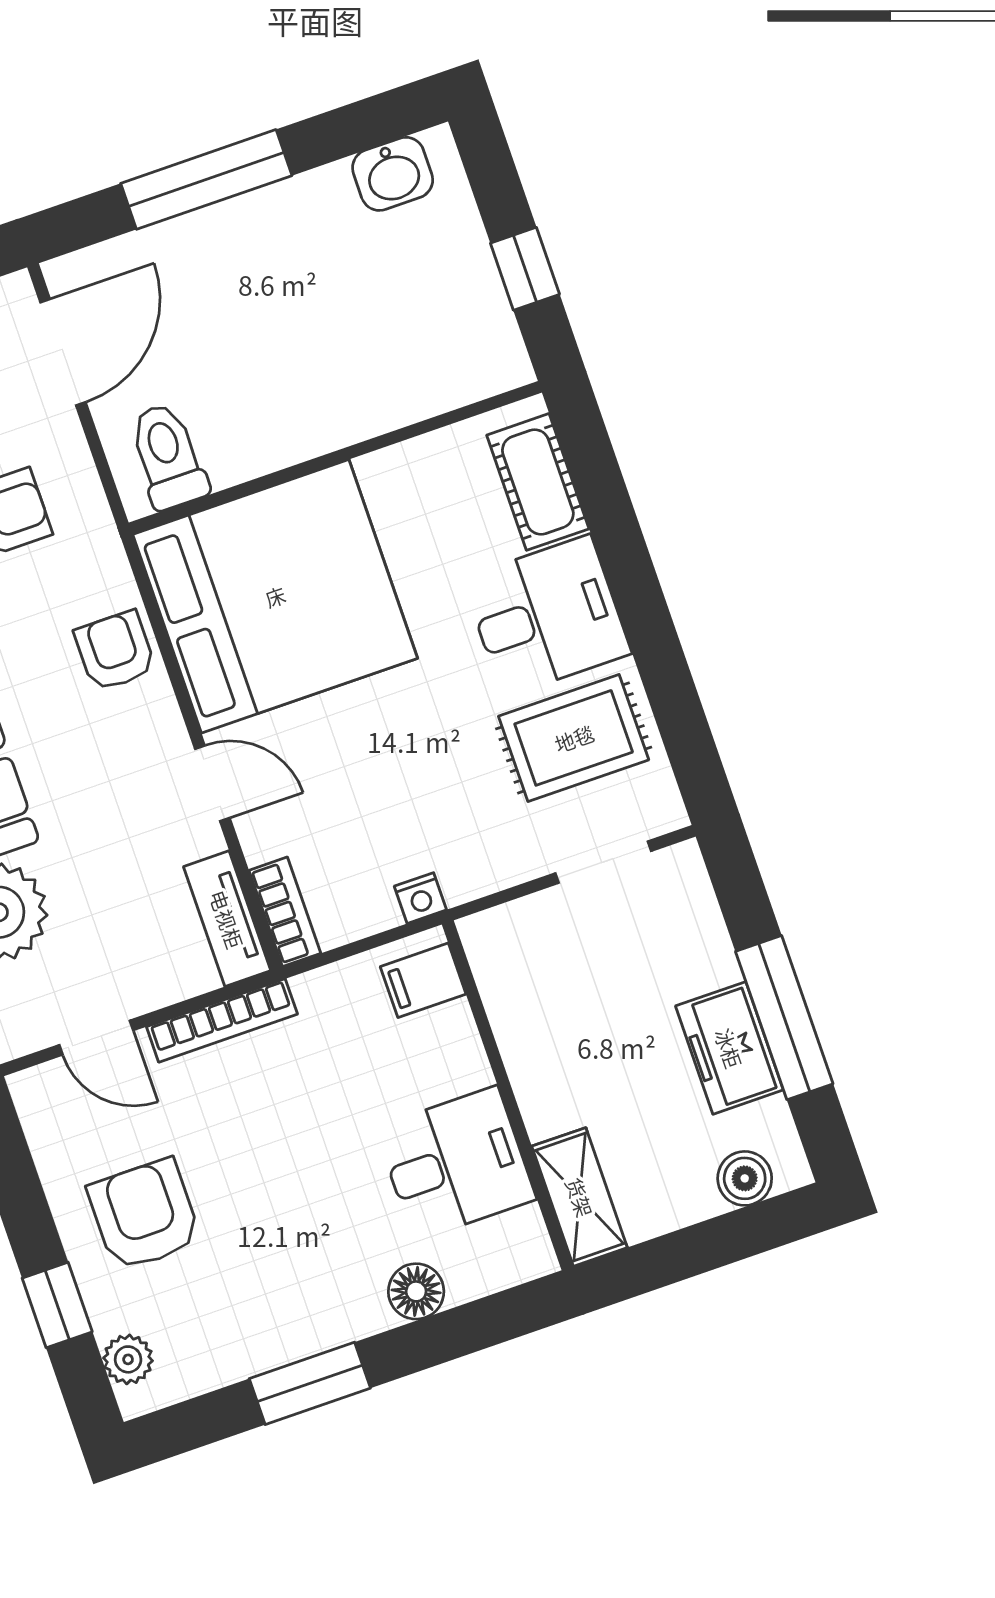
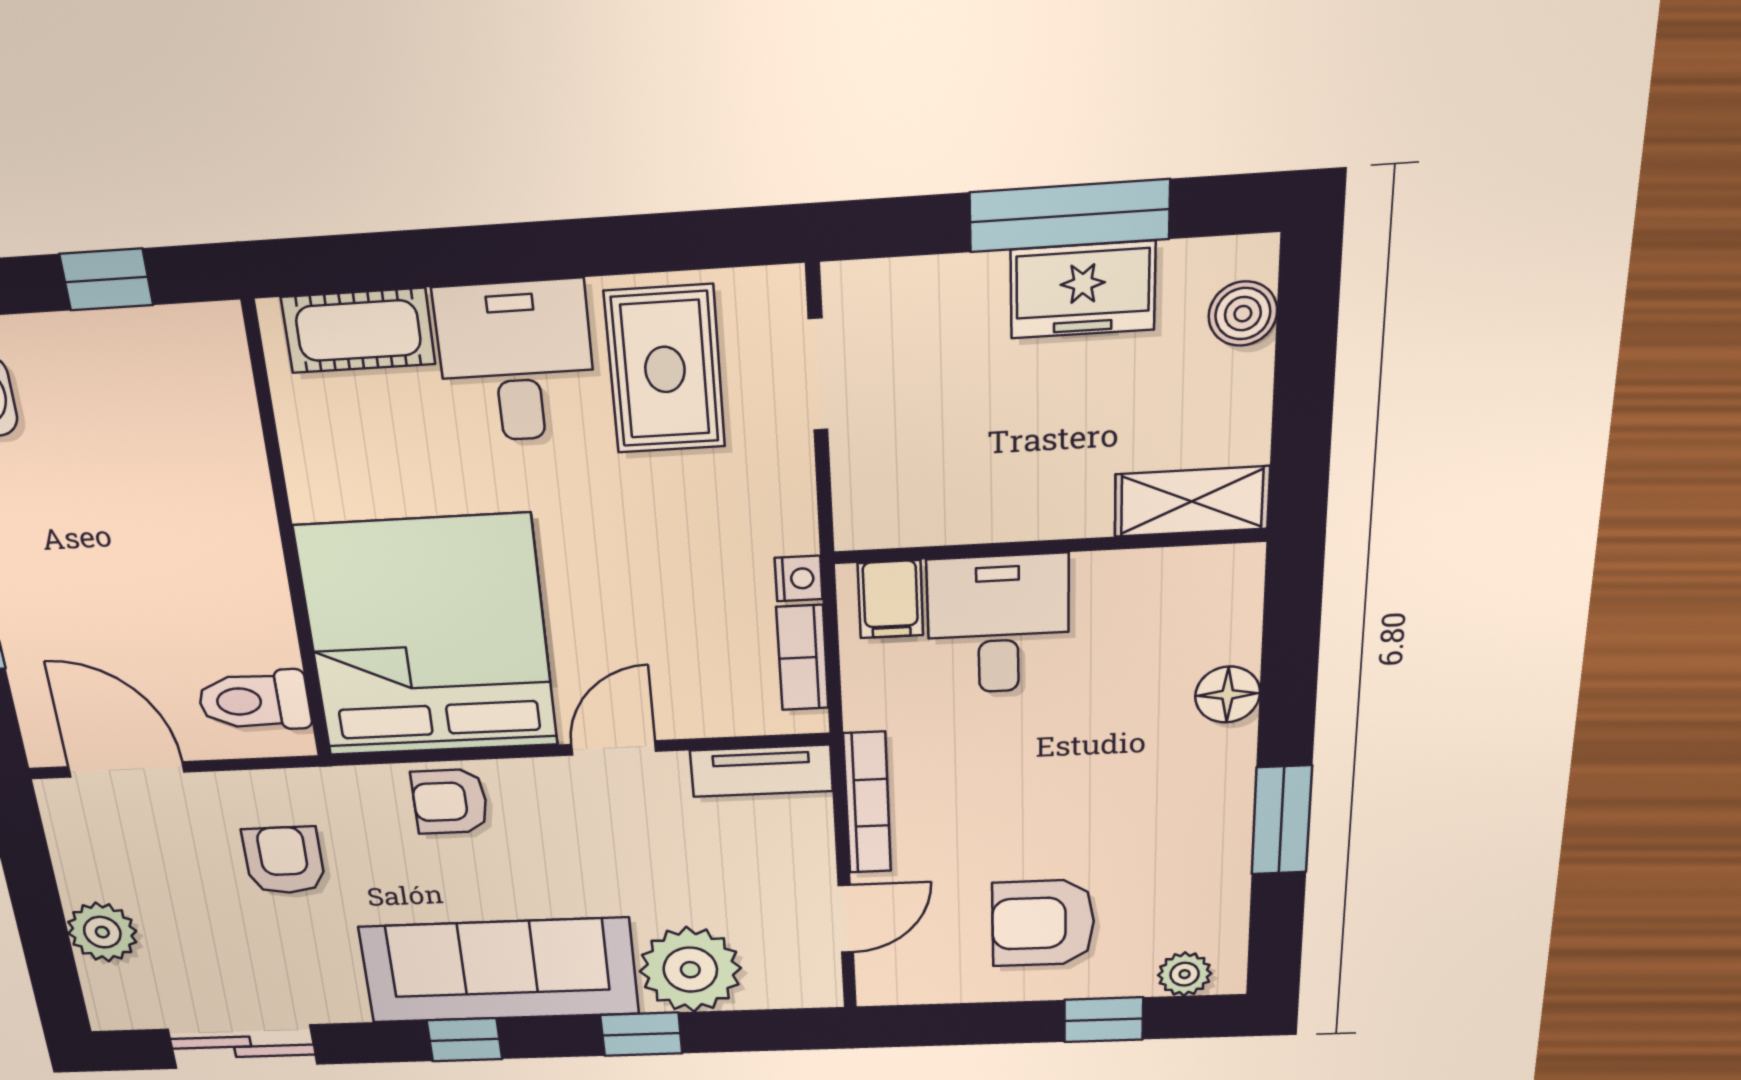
bookcase: (285, 912) -> (802, 658), moved, turned -90
desk: (456, 1163) -> (998, 624), moved

